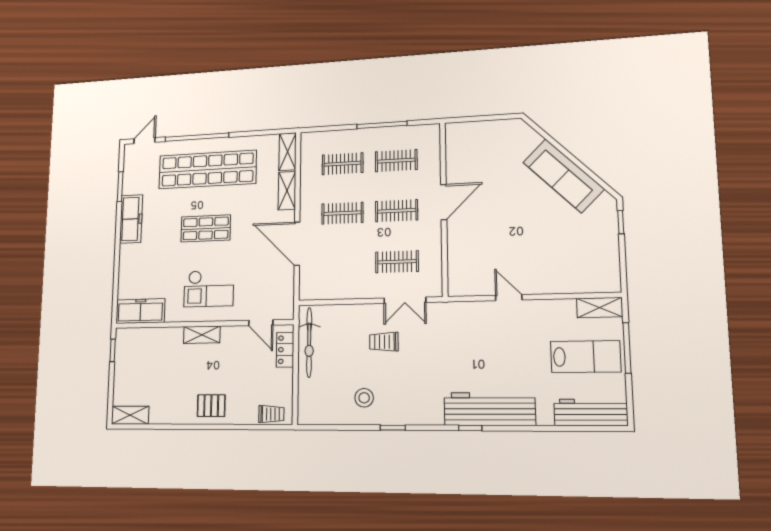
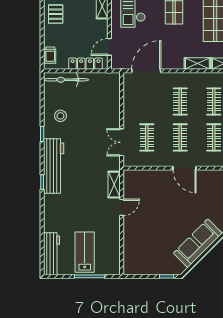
door: (297, 244) -> (146, 71), moved
shelving: (600, 308) -> (114, 185), moved
bicycle: (309, 342) -> (66, 80), moved
trolley: (384, 342) -> (96, 129), removed
locker: (285, 350) -> (85, 64), width x1.53
lab bench: (586, 357) -> (85, 252), turned 180
workbench: (490, 409) -> (54, 166), moved

